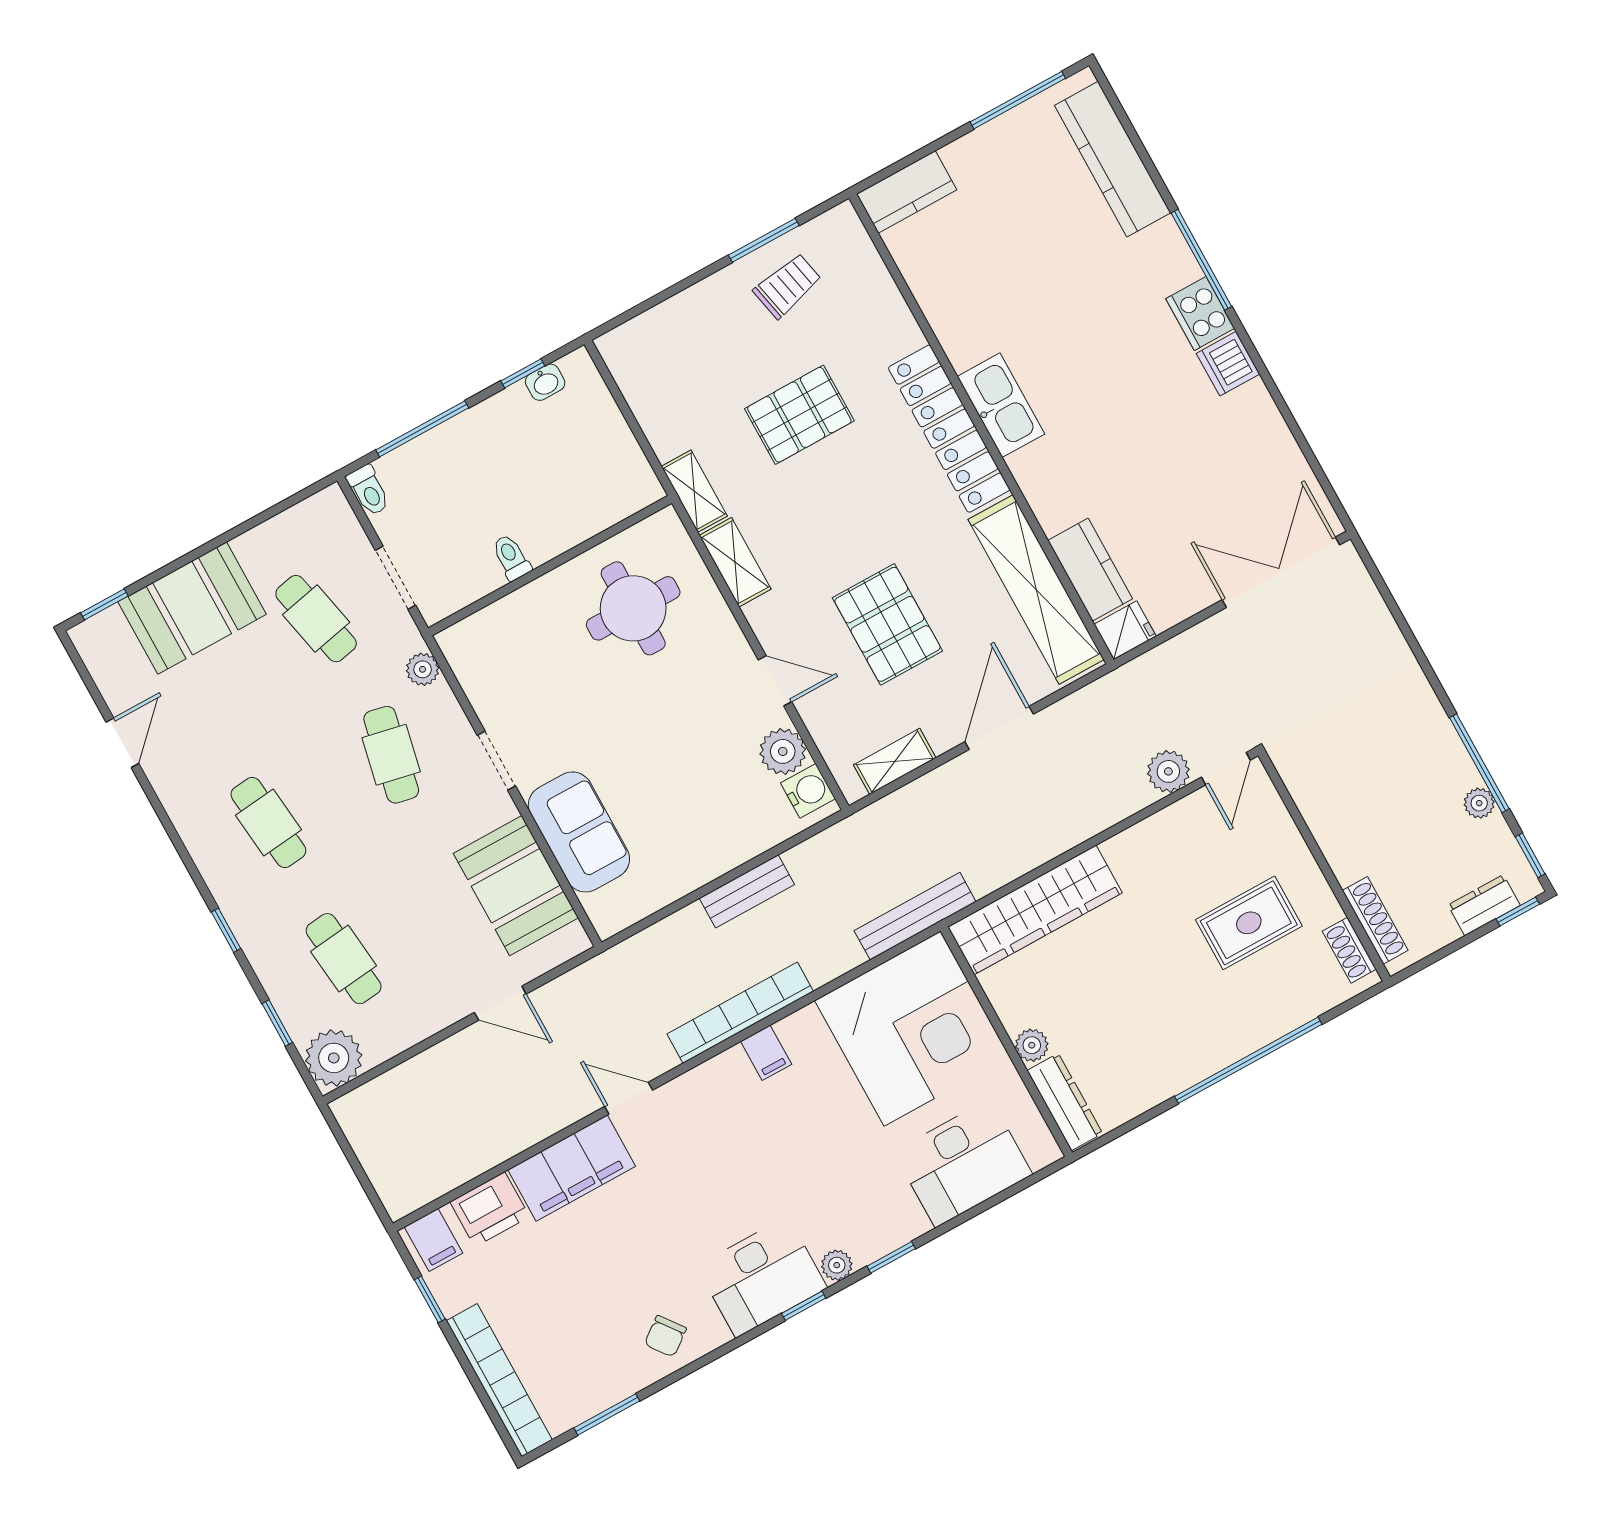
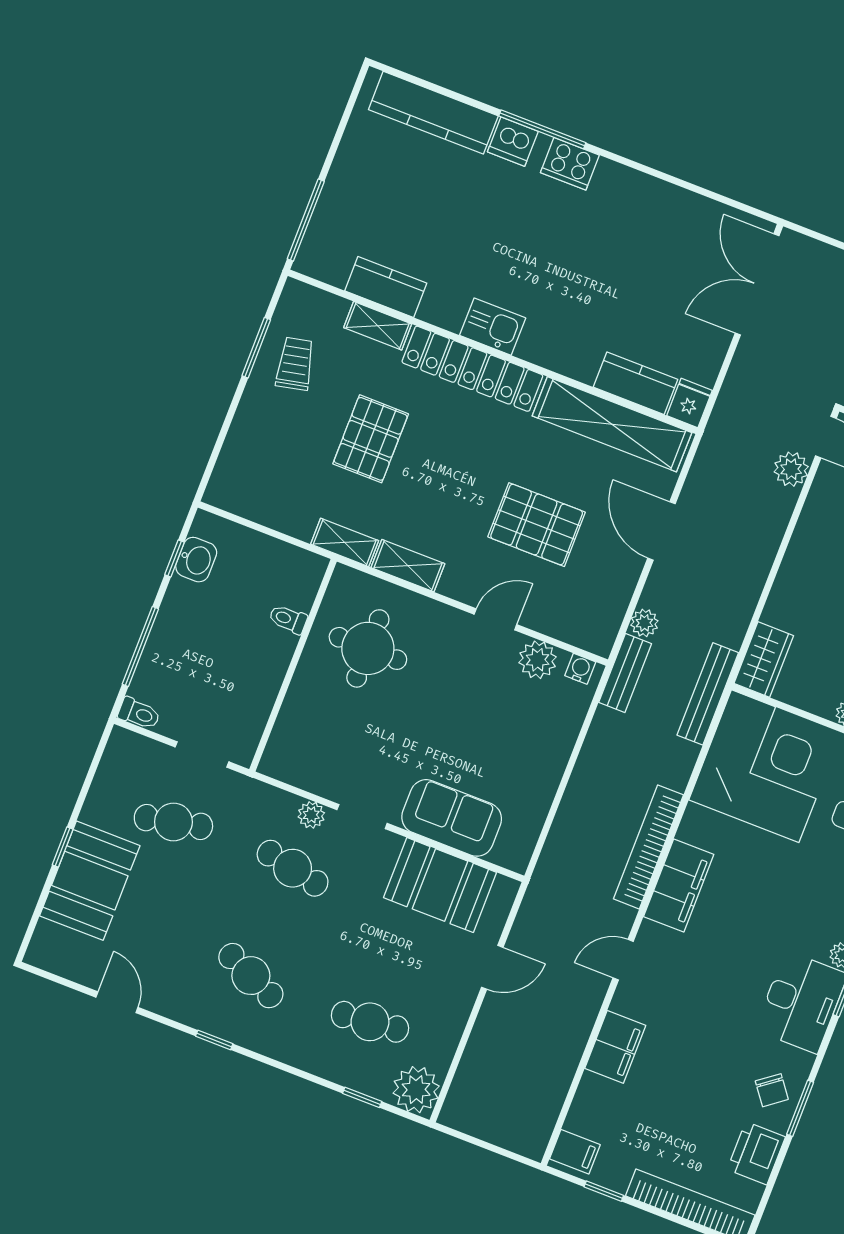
window: (1018, 100) -> (306, 220), moved
kitchen counter: (907, 192) -> (386, 287), moved, turned -90
dishwasher: (1228, 364) -> (513, 142), moved
washbasin: (545, 382) -> (196, 560), width x1.38, depth x1.45
kitchen sink: (1001, 405) -> (493, 327), width x0.73
toilet: (511, 557) -> (288, 619), moved
window: (104, 604) -> (63, 847), moved
plant: (423, 669) -> (311, 815), moved
shelving: (895, 761) -> (378, 326), moved, turned 90
water cooler: (808, 791) -> (580, 669), width x0.72, depth x0.72
plant: (911, 800) -> (644, 623), added
cafe table: (268, 822) -> (251, 976), turned 30
bench: (747, 891) -> (625, 673), moved
wardrobe: (1035, 910) -> (764, 660), width x0.48, depth x0.85
window: (226, 930) -> (214, 1040), moved
filing cabinet: (766, 1053) -> (679, 886), width x3.00, depth x1.17
filing cabinet: (572, 1168) -> (615, 1047), width x0.67, depth x0.86
printer: (490, 1209) -> (756, 1153), moved, turned 180
window: (607, 1414) -> (800, 1108), moved

